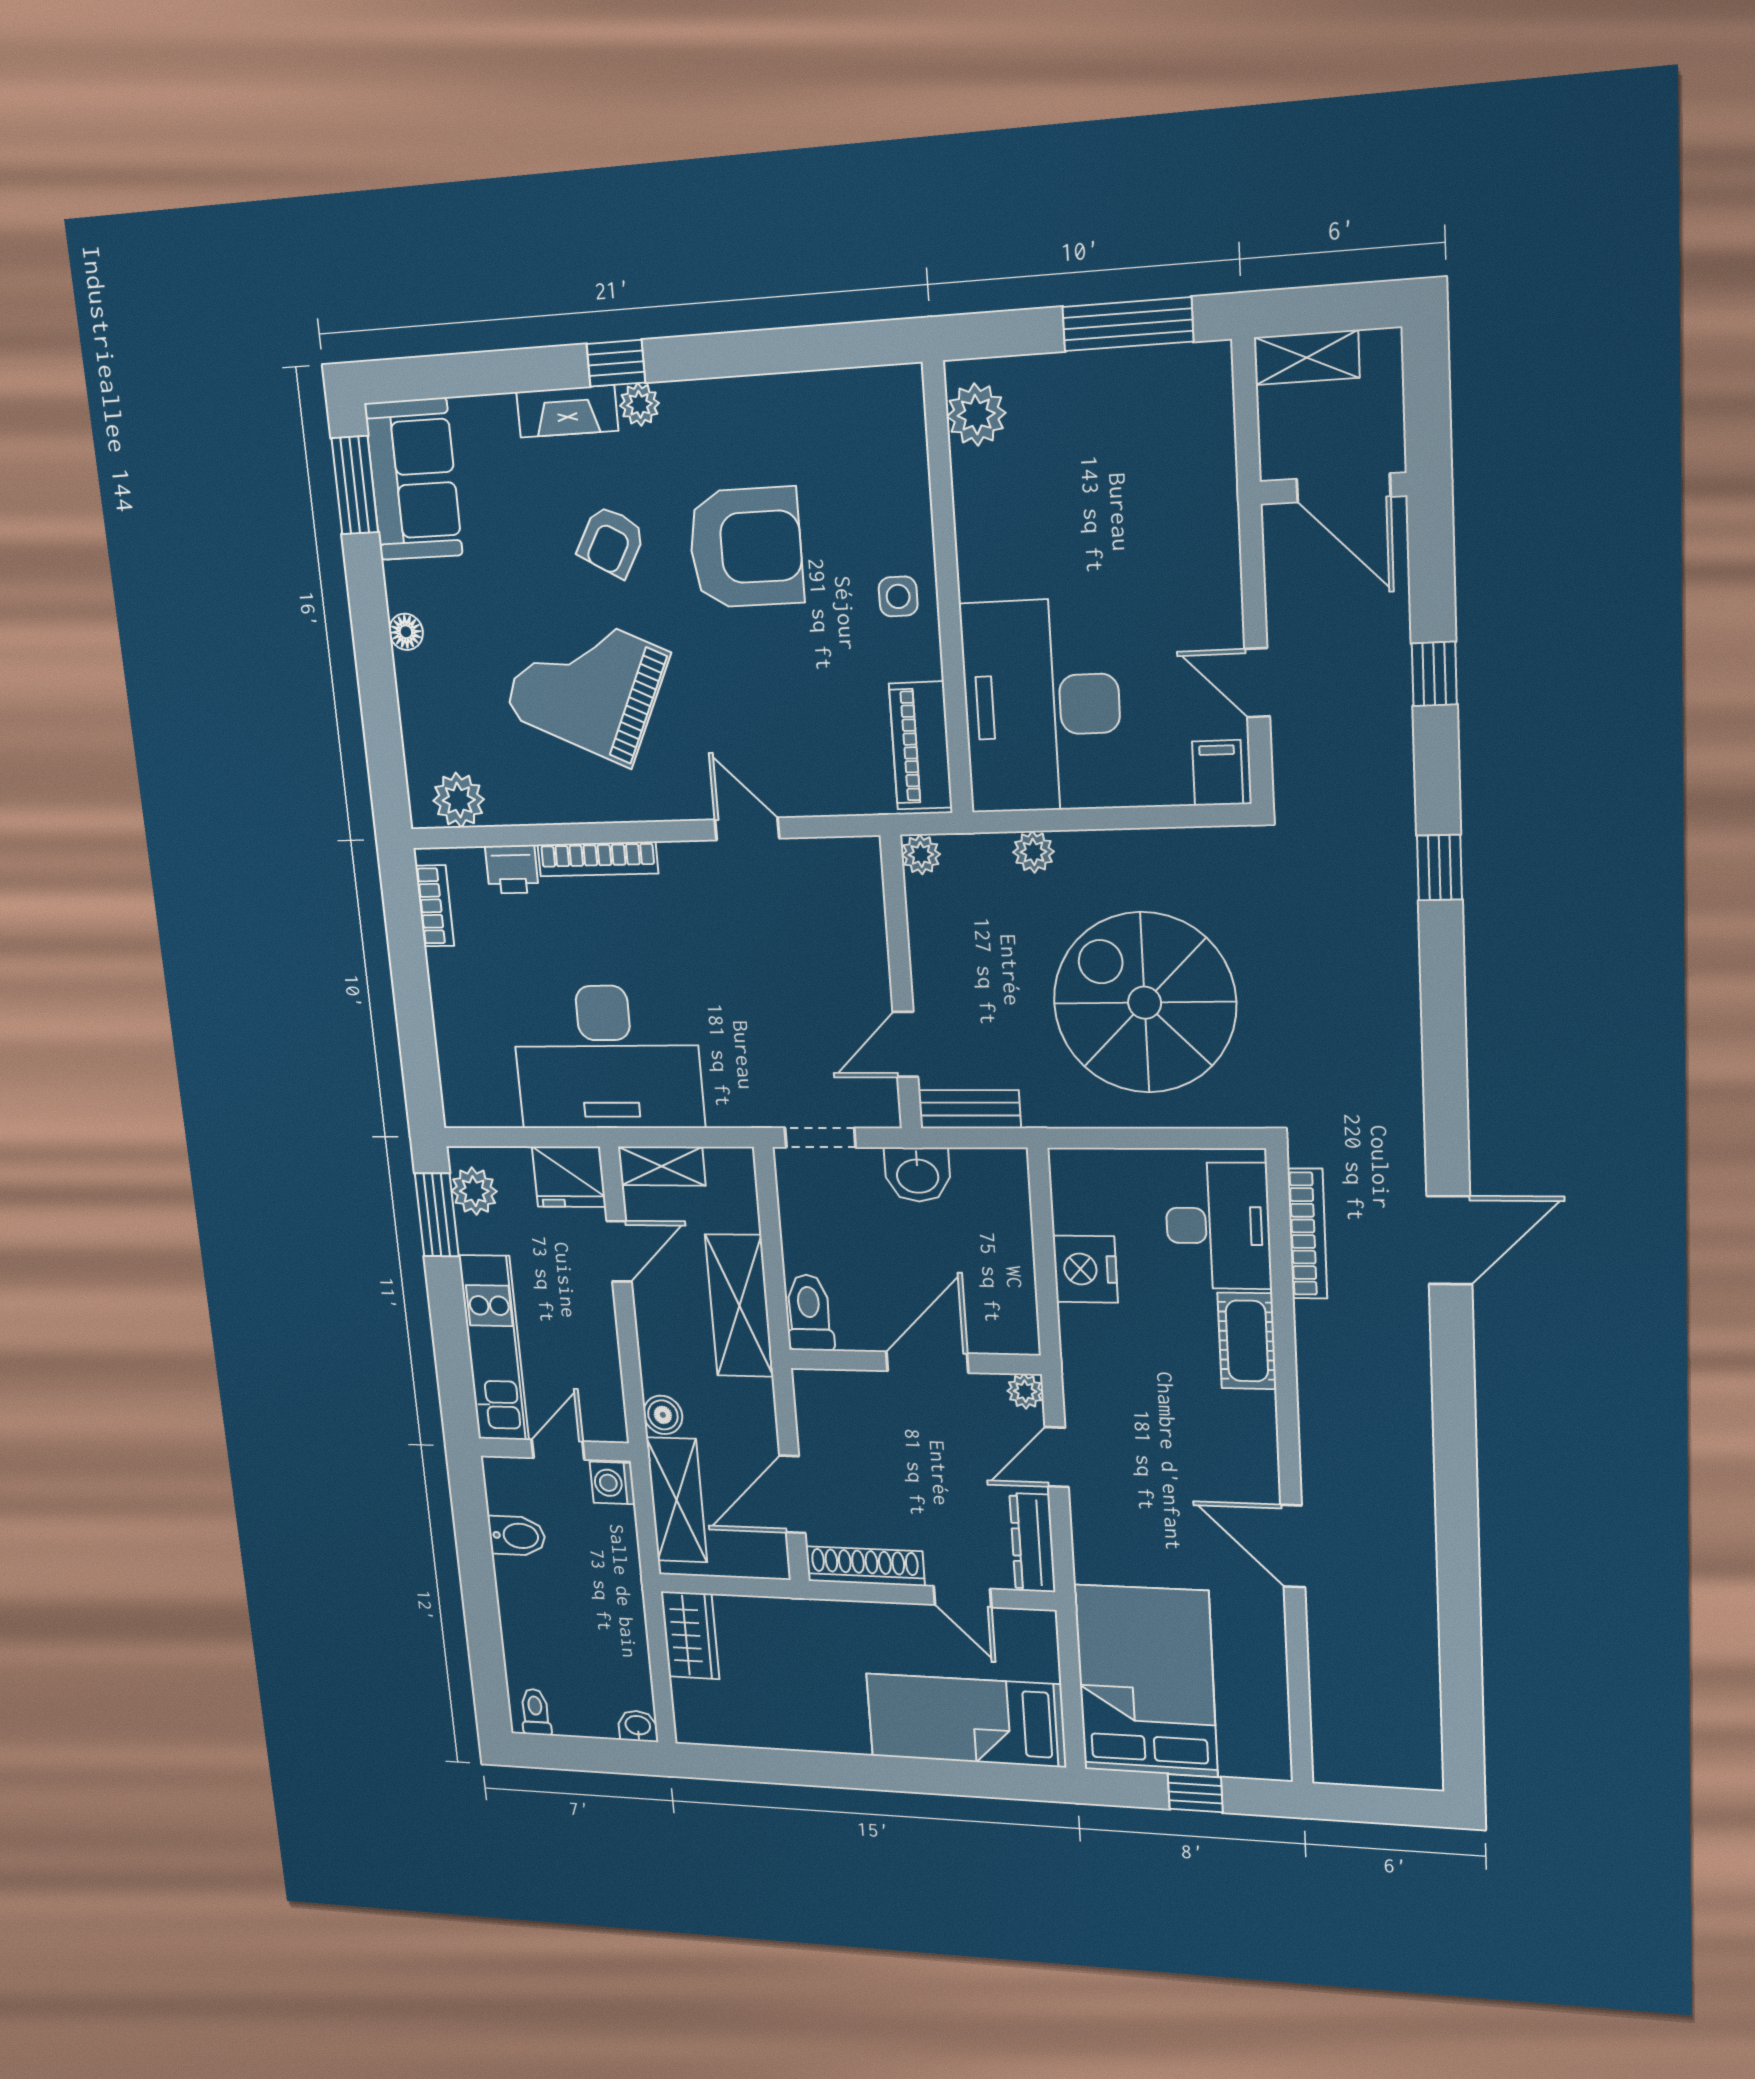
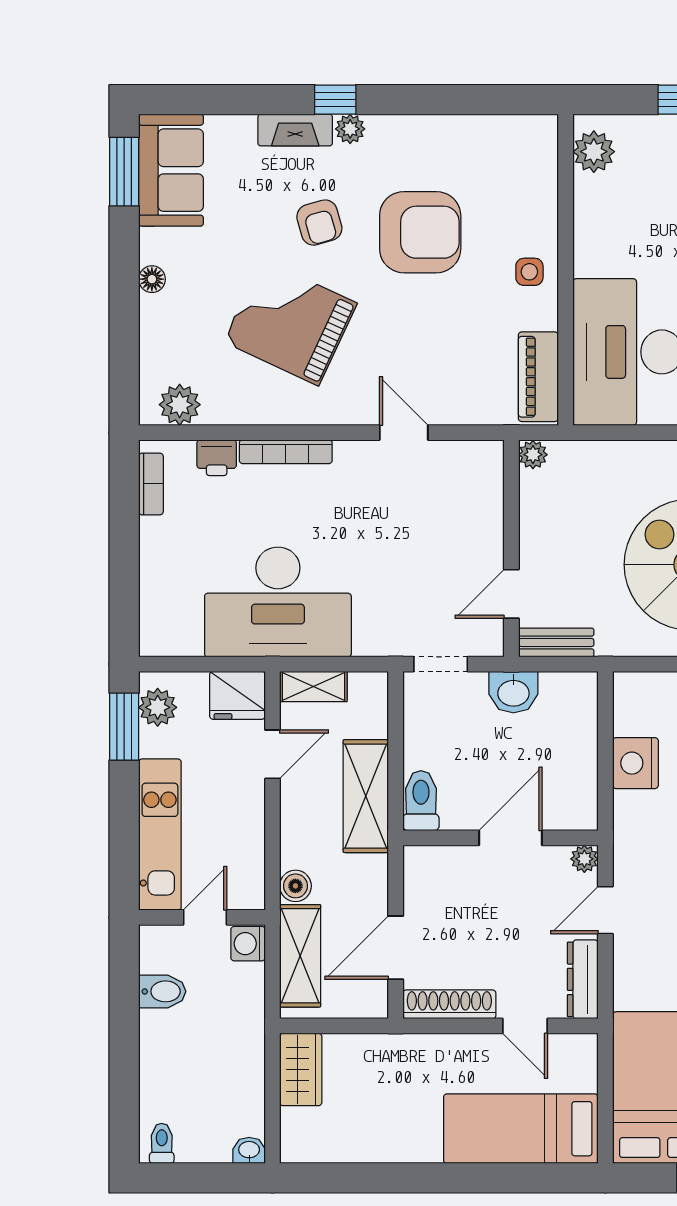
armchair: (611, 541) -> (319, 223), turned -46
plant: (1033, 852) -> (615, 455), removed

